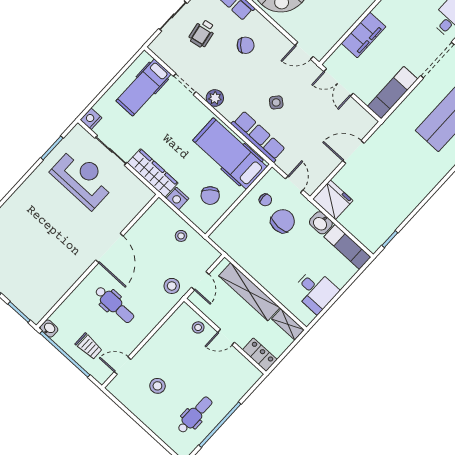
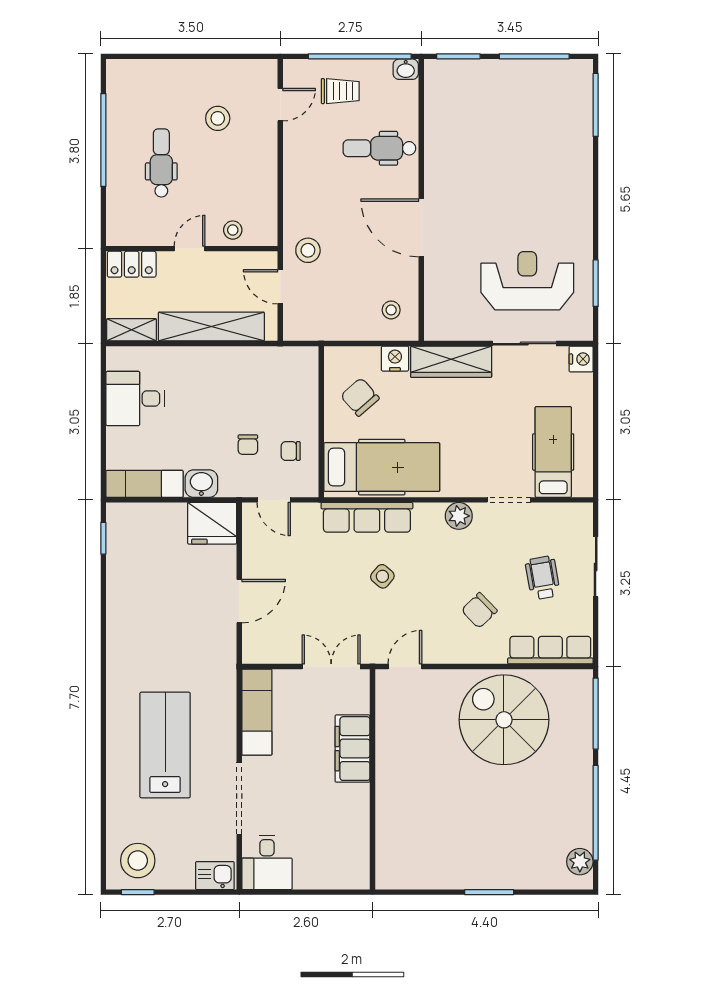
reception desk: (83, 178) -> (527, 281), turned 180
chair: (283, 221) -> (248, 445), width x0.54, depth x0.54
stool: (181, 236) -> (391, 310), moved
dental chair: (114, 305) -> (379, 148), moved
trolley: (89, 346) -> (340, 91), turned 180
dental chair: (195, 415) -> (161, 163), moved, turned 180

